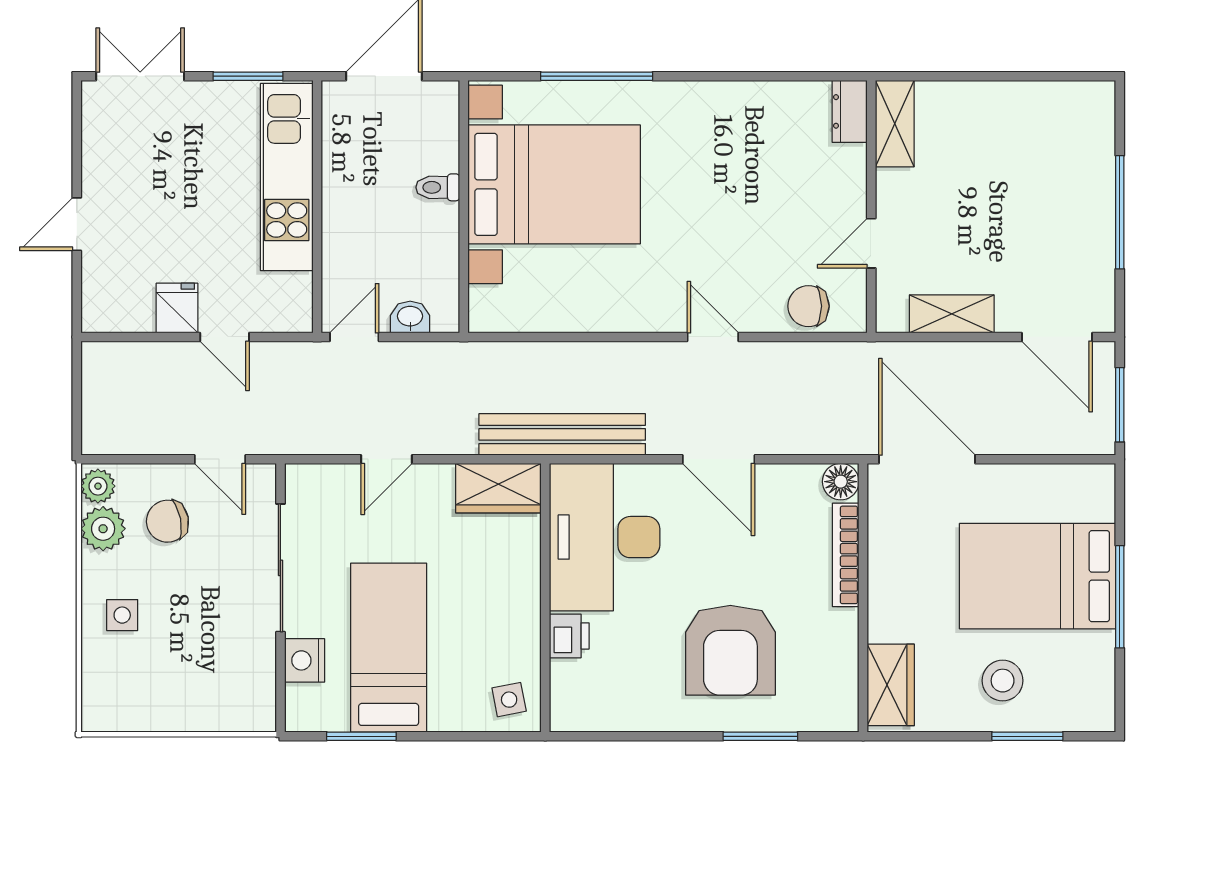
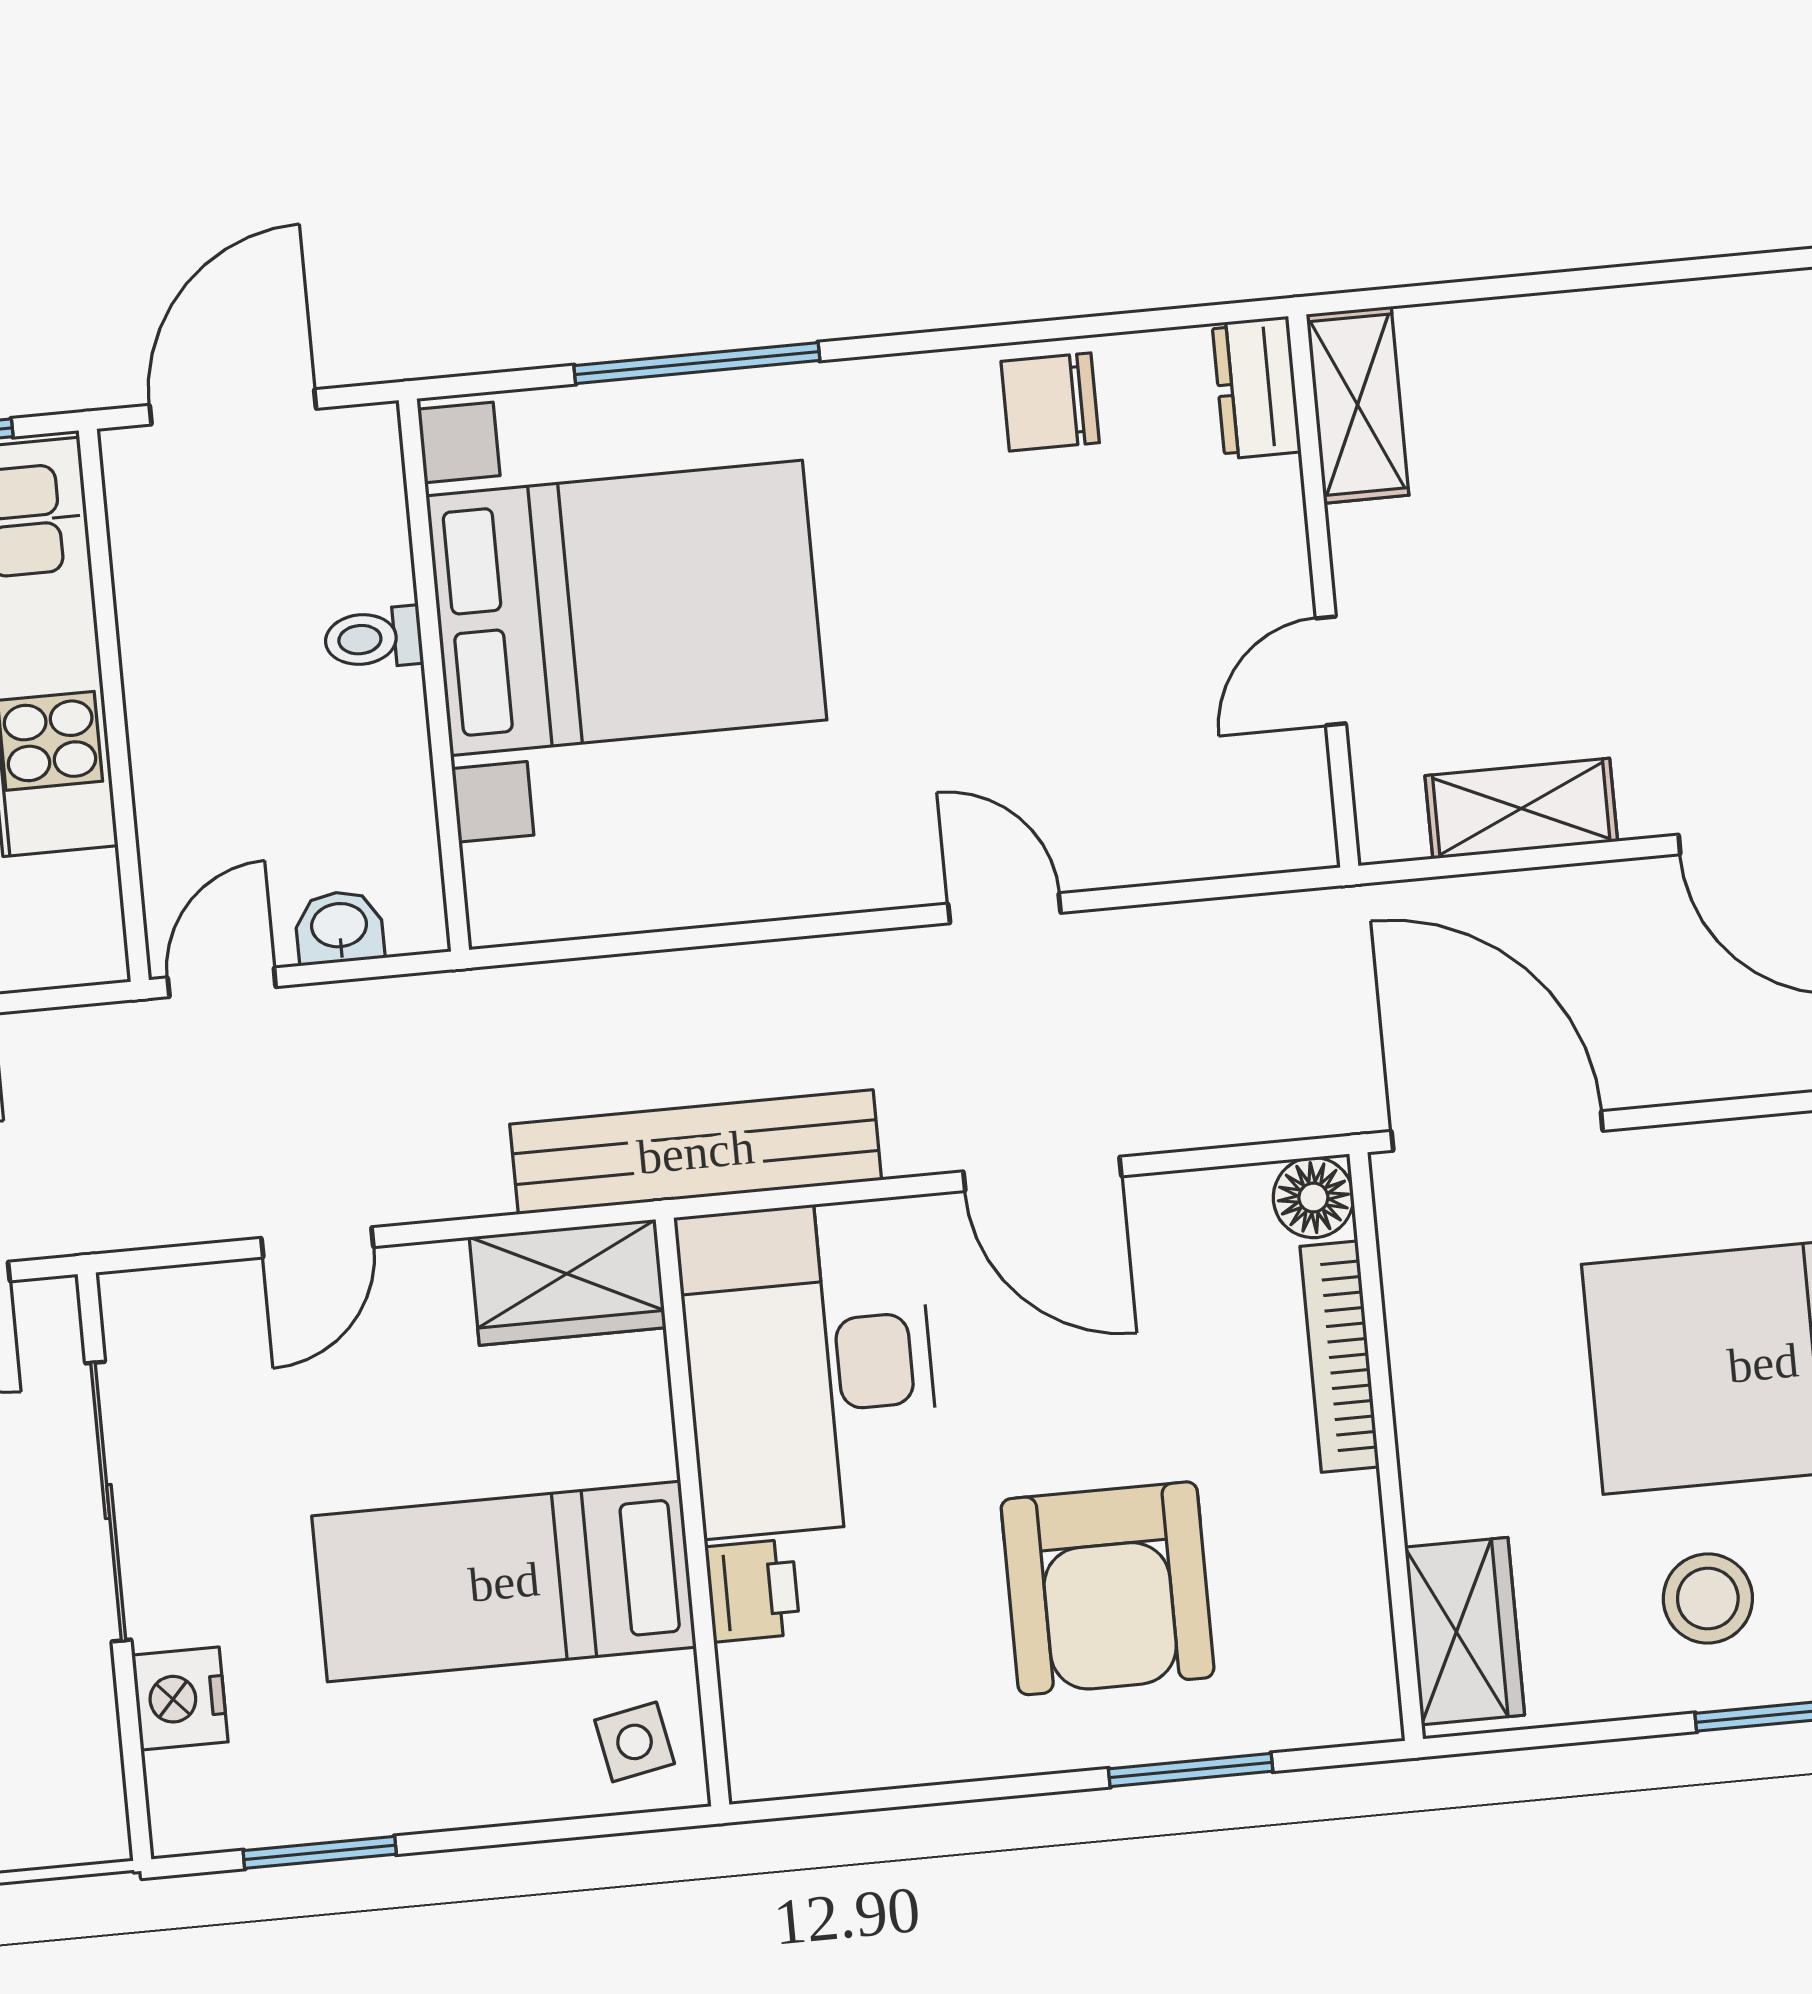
chair: (808, 306) -> (1050, 402), moved
bed: (389, 648) -> (504, 1582), moved, turned -90

